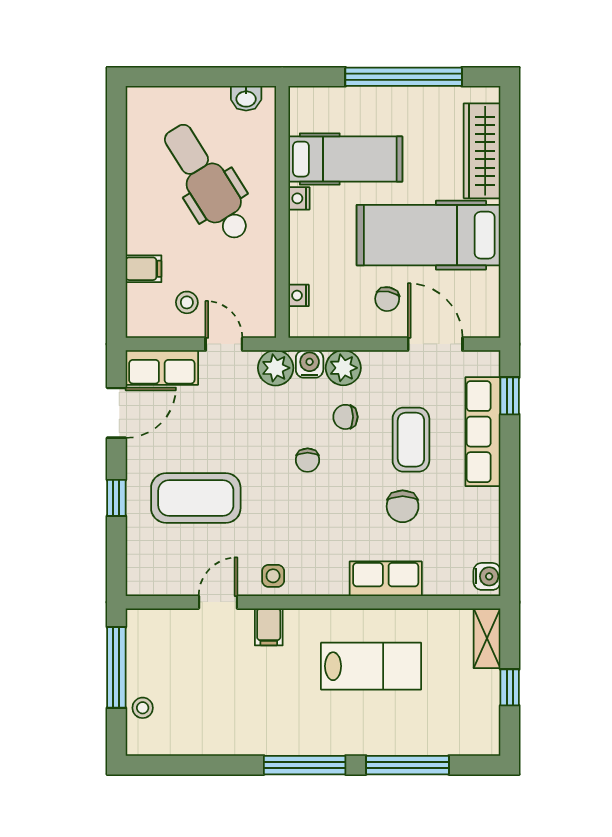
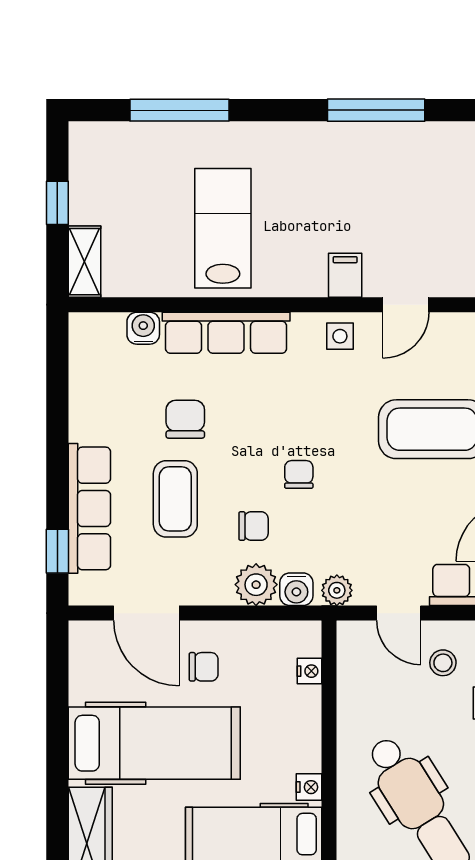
chair: (387, 299) -> (204, 667), turned 79
plant: (276, 368) -> (337, 590), width x0.73, depth x0.73
water cooler: (487, 576) -> (143, 328), moved, turned 90
row of seats: (386, 579) -> (226, 333), width x1.48
lab bench: (371, 666) -> (223, 228), turned 90
window: (305, 765) -> (376, 110), moved

